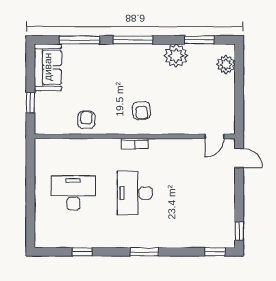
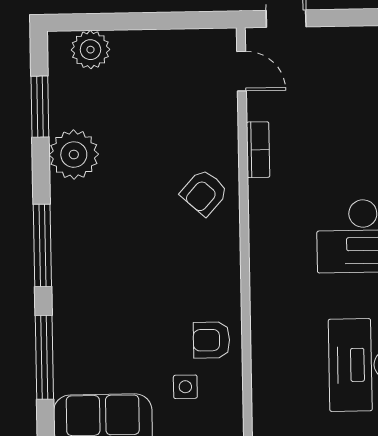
side table: (64, 107) -> (185, 387), added
armchair: (141, 111) -> (204, 192), moved, turned 138
bookcase: (135, 144) -> (258, 150), moved

